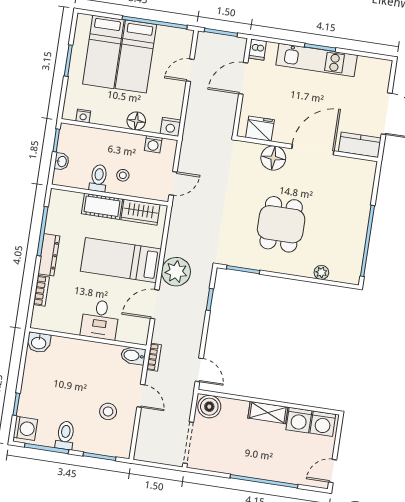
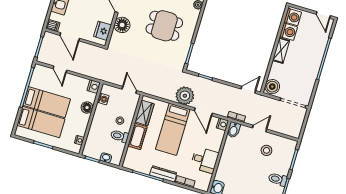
desk: (100, 320) -> (204, 160), moved
nightstand: (139, 337) -> (222, 124), added

